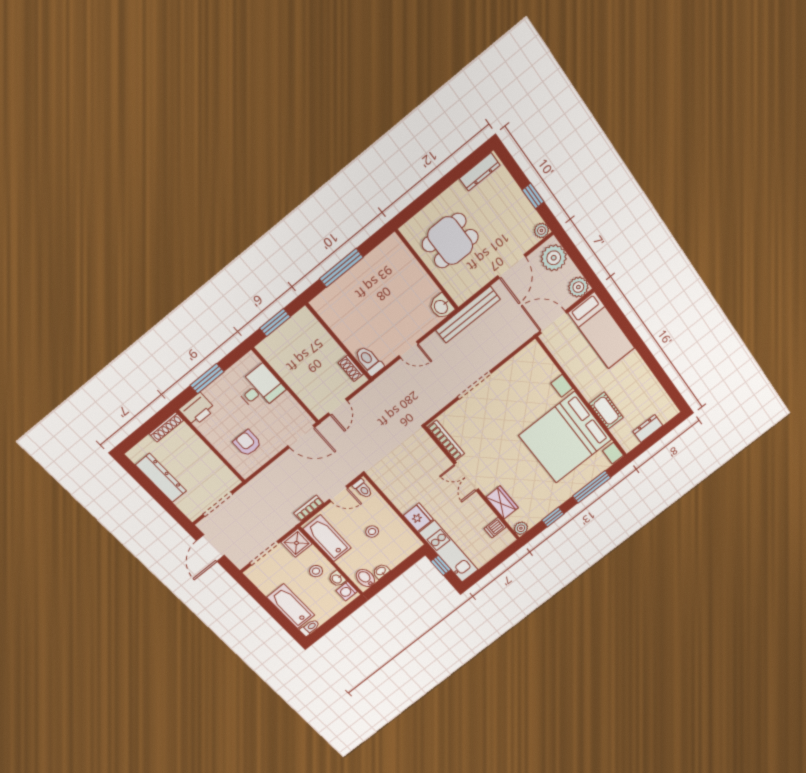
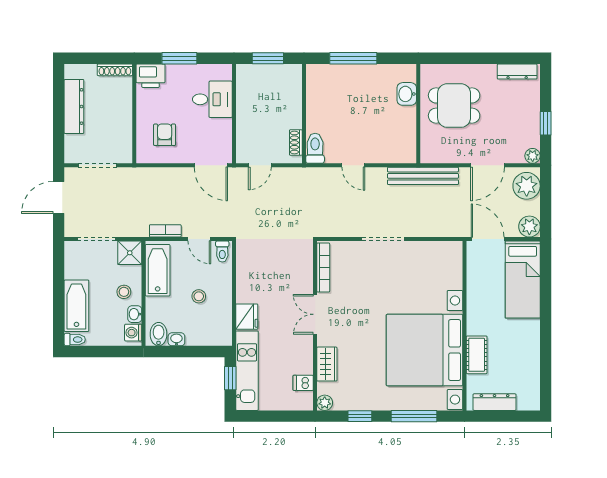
washbasin: (441, 307) -> (407, 94), moved
dresser: (648, 429) -> (495, 402), width x1.44

